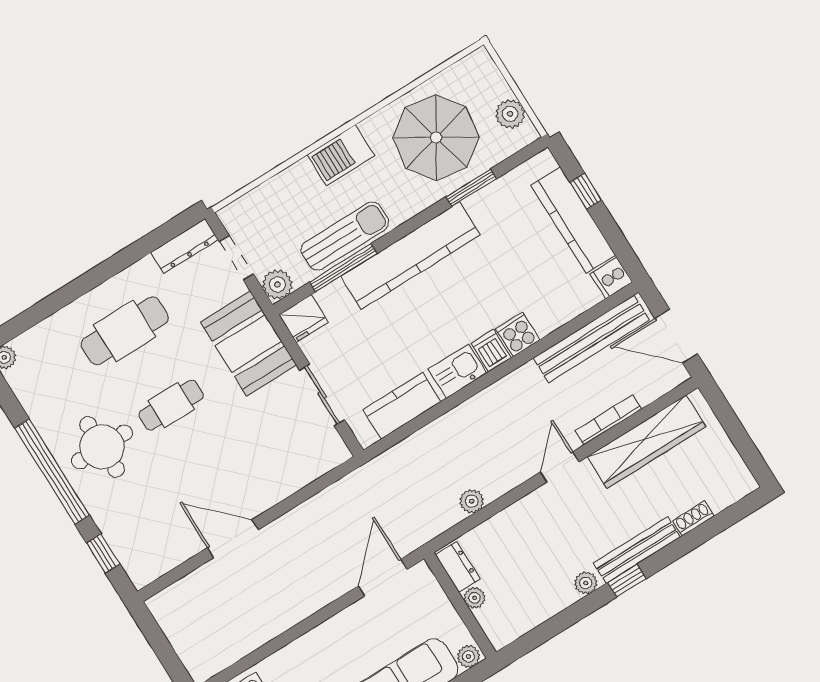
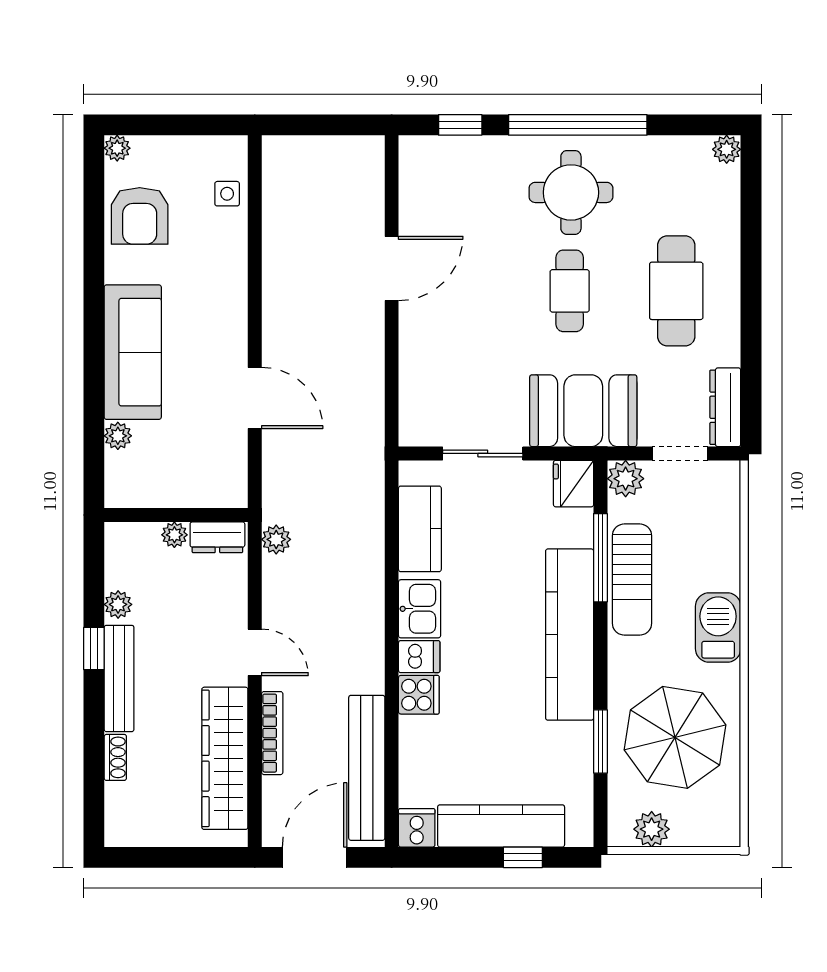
dresser: (458, 567) -> (217, 537), moved
plant: (475, 598) -> (174, 535), moved
wall: (460, 605) -> (176, 515), moved

